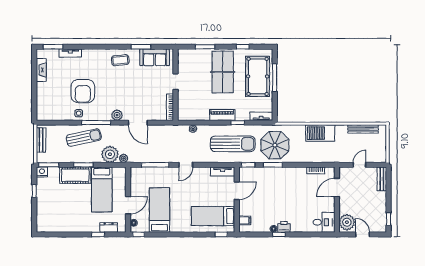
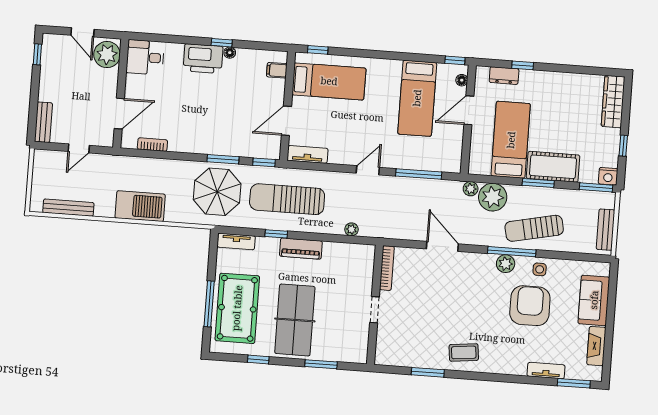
sofa: (155, 57) -> (594, 300), moved, turned -90
plant: (117, 115) -> (506, 264), moved
wardrobe: (42, 217) -> (613, 102), added
printer: (284, 227) -> (203, 59), width x1.87, depth x1.48

